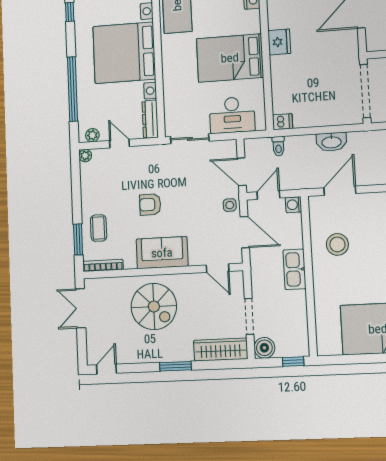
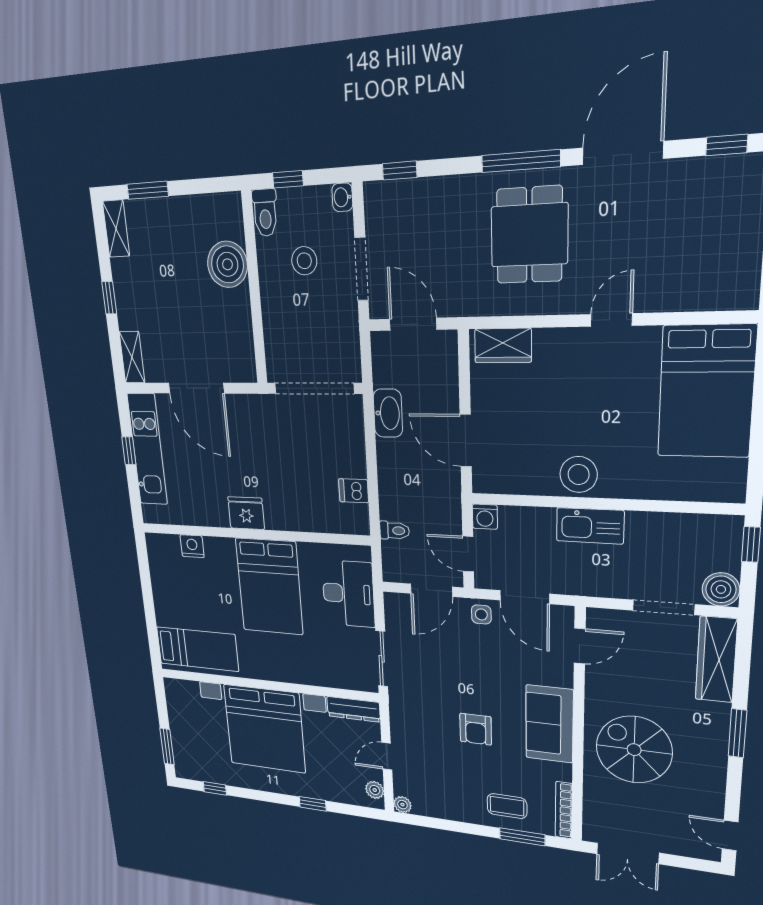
window: (72, 89) -> (313, 804), width x0.32
dishwasher: (283, 122) -> (354, 491), moved, turned -90
washbasin: (331, 142) -> (388, 413), moved
door: (245, 232) -> (525, 597), swing flipped
stool: (337, 244) -> (579, 474), moved
spiral stairs: (154, 306) -> (634, 750), turned -90

